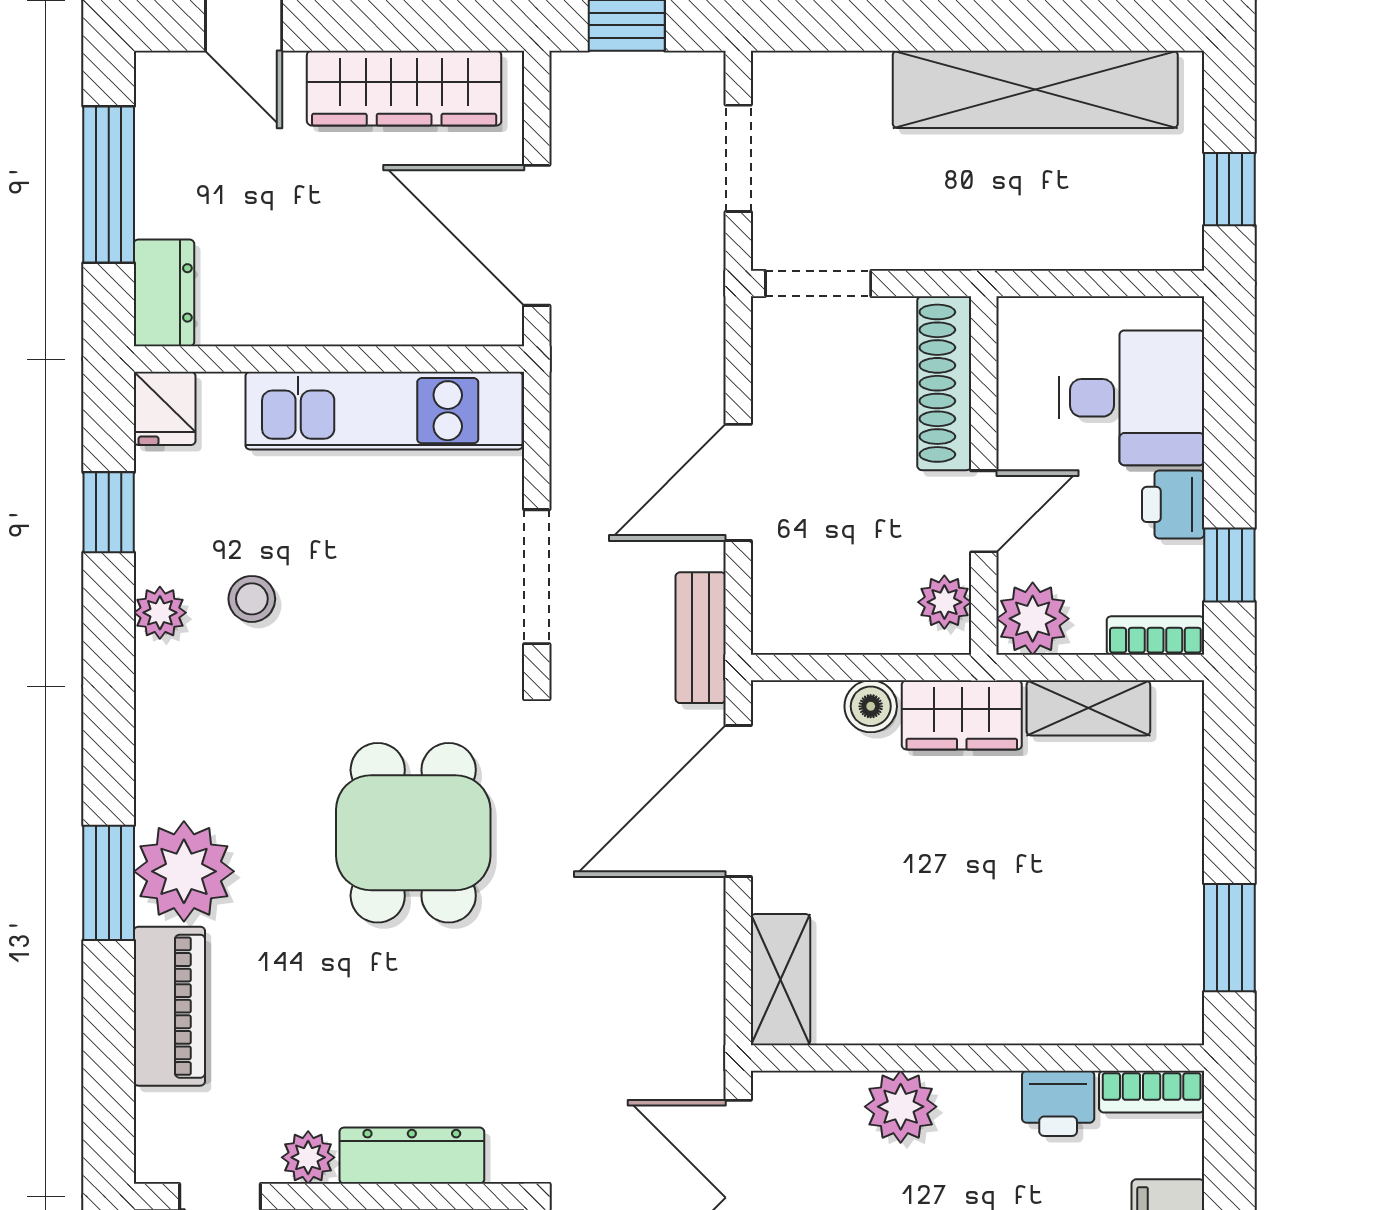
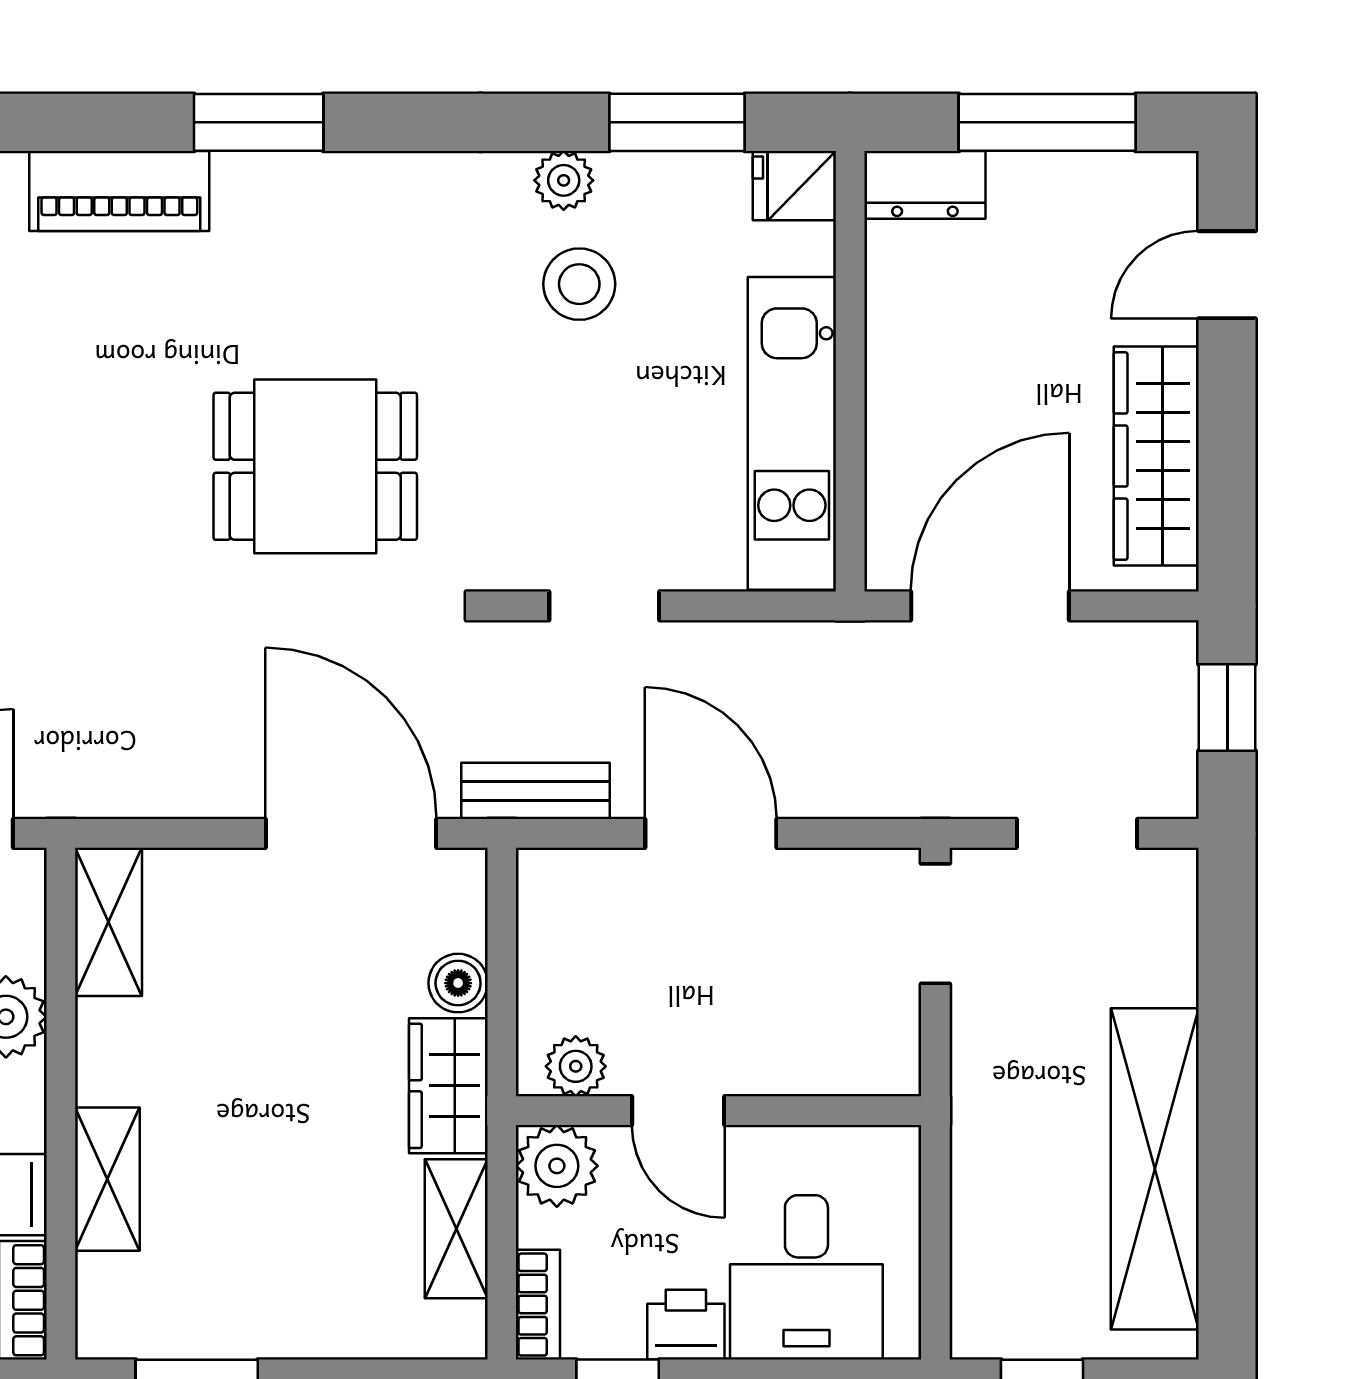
shoe rack: (944, 383) -> (823, 1066), removed
window: (109, 512) -> (677, 122), width x1.50
doorway: (537, 577) -> (604, 606), width x0.73
stool: (252, 599) -> (579, 284), width x1.37, depth x1.37
plant: (184, 871) -> (272, 207), removed
shelving: (780, 980) -> (109, 922), moved, turned 90
shelving: (1044, 1017) -> (107, 1179), added

